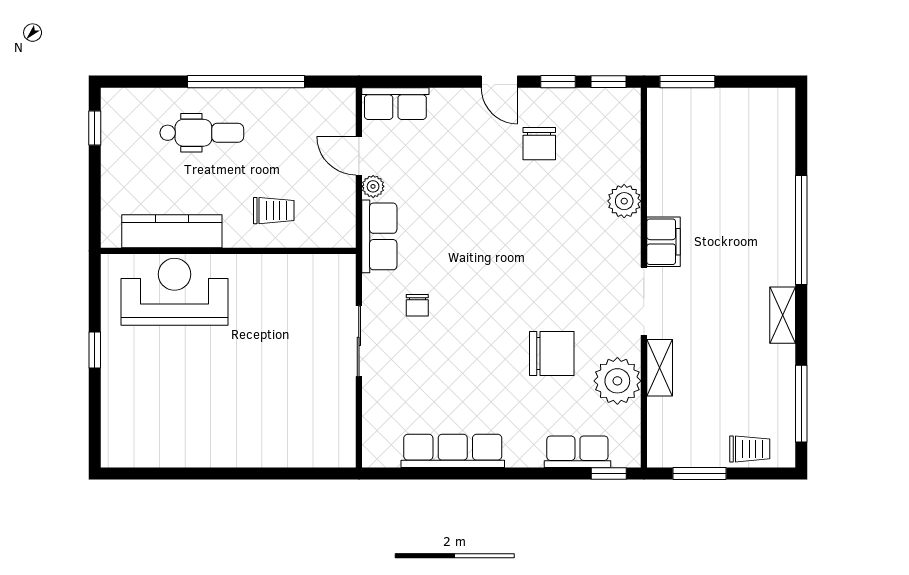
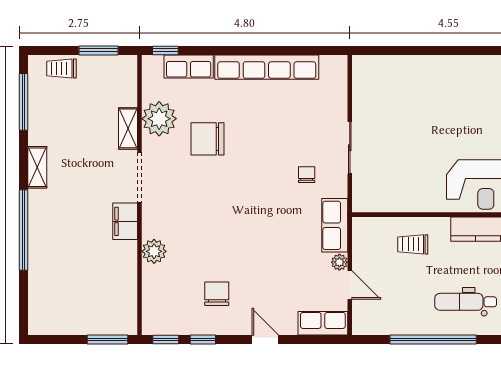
door: (499, 82) -> (265, 340), moved
row of seats: (453, 451) -> (267, 67), width x1.36

